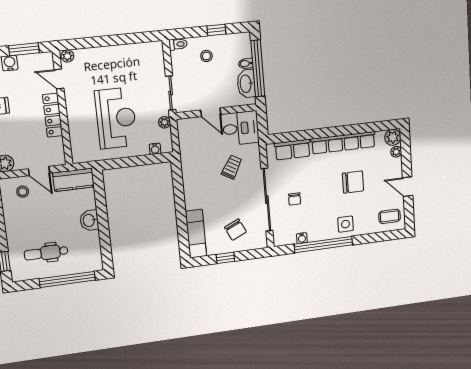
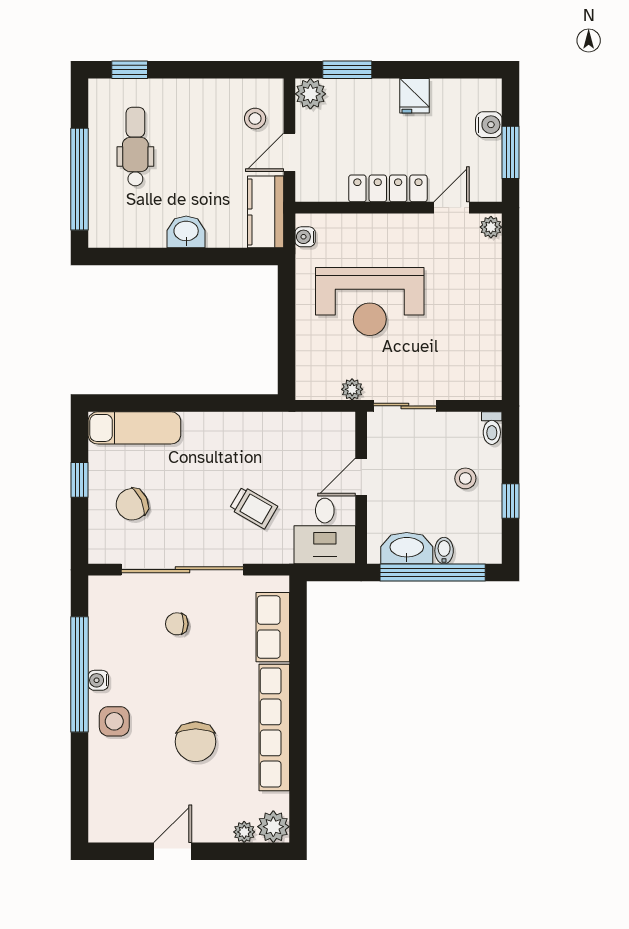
water cooler: (155, 149) -> (305, 237), moved
coffee table: (390, 216) -> (118, 811), removed
water cooler: (302, 238) -> (98, 680), moved

